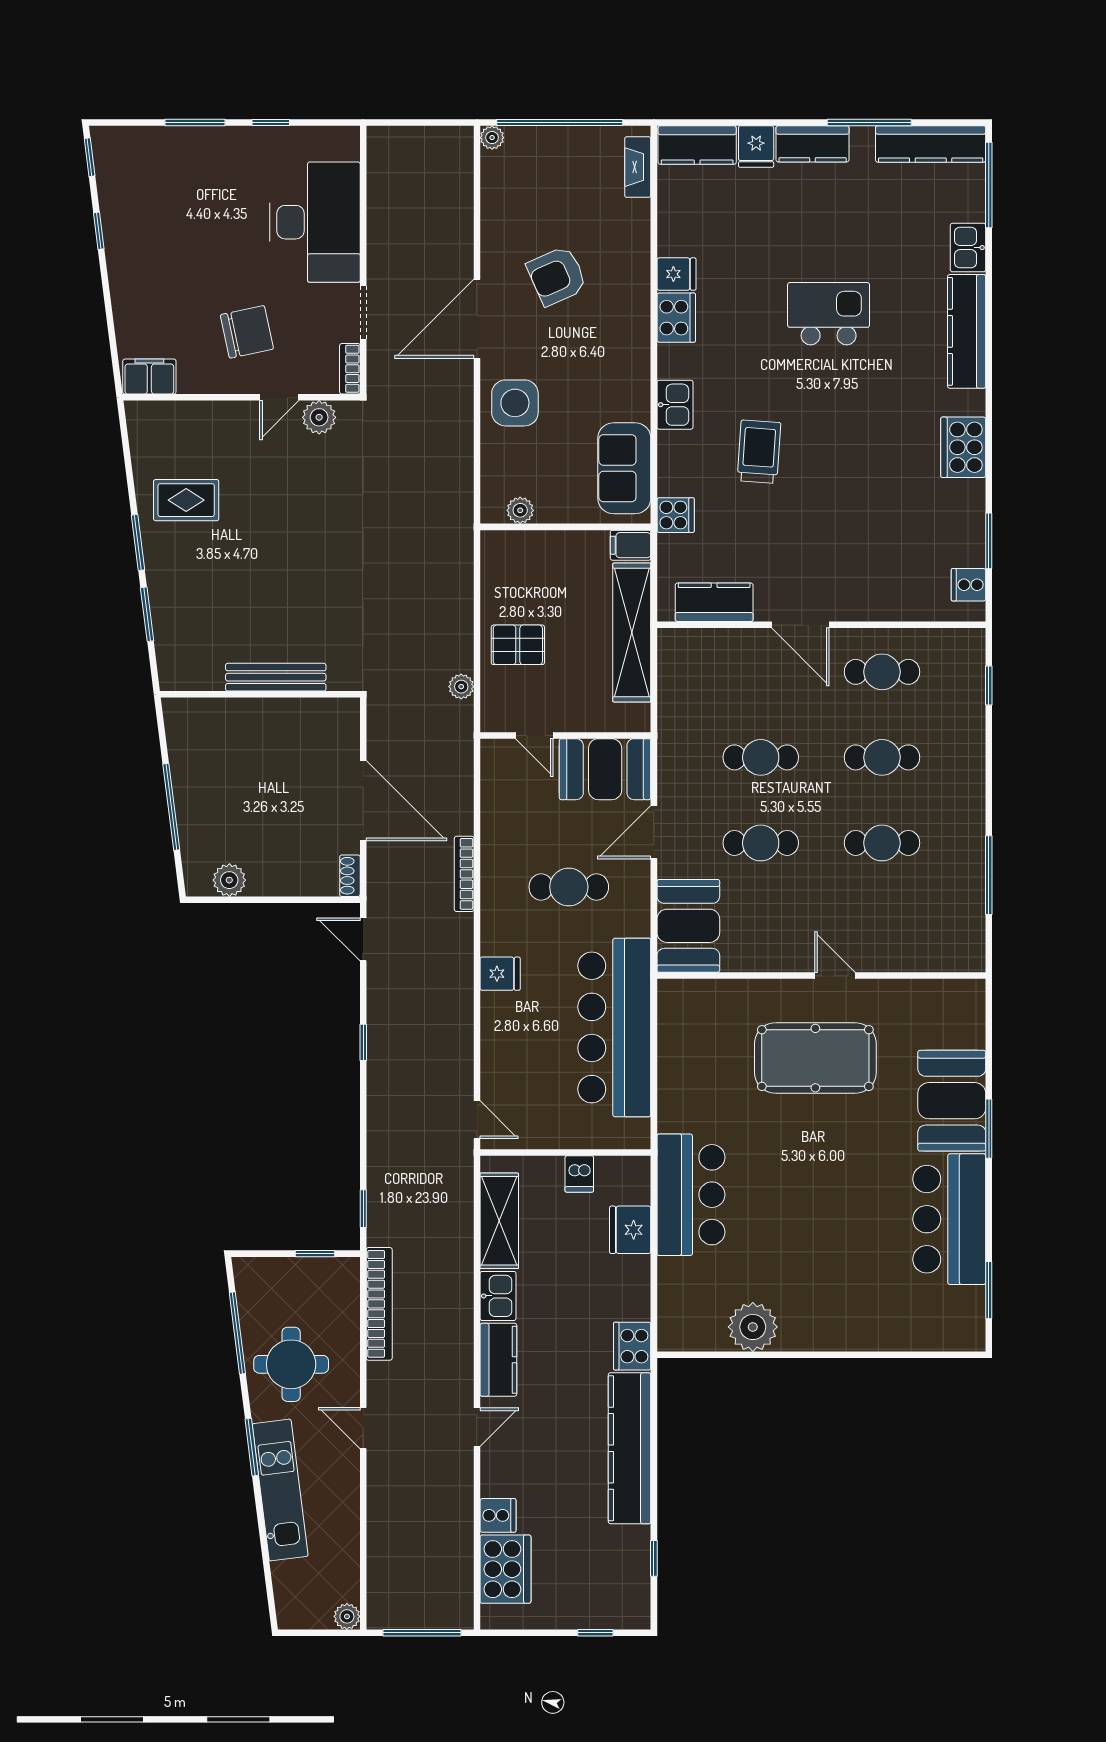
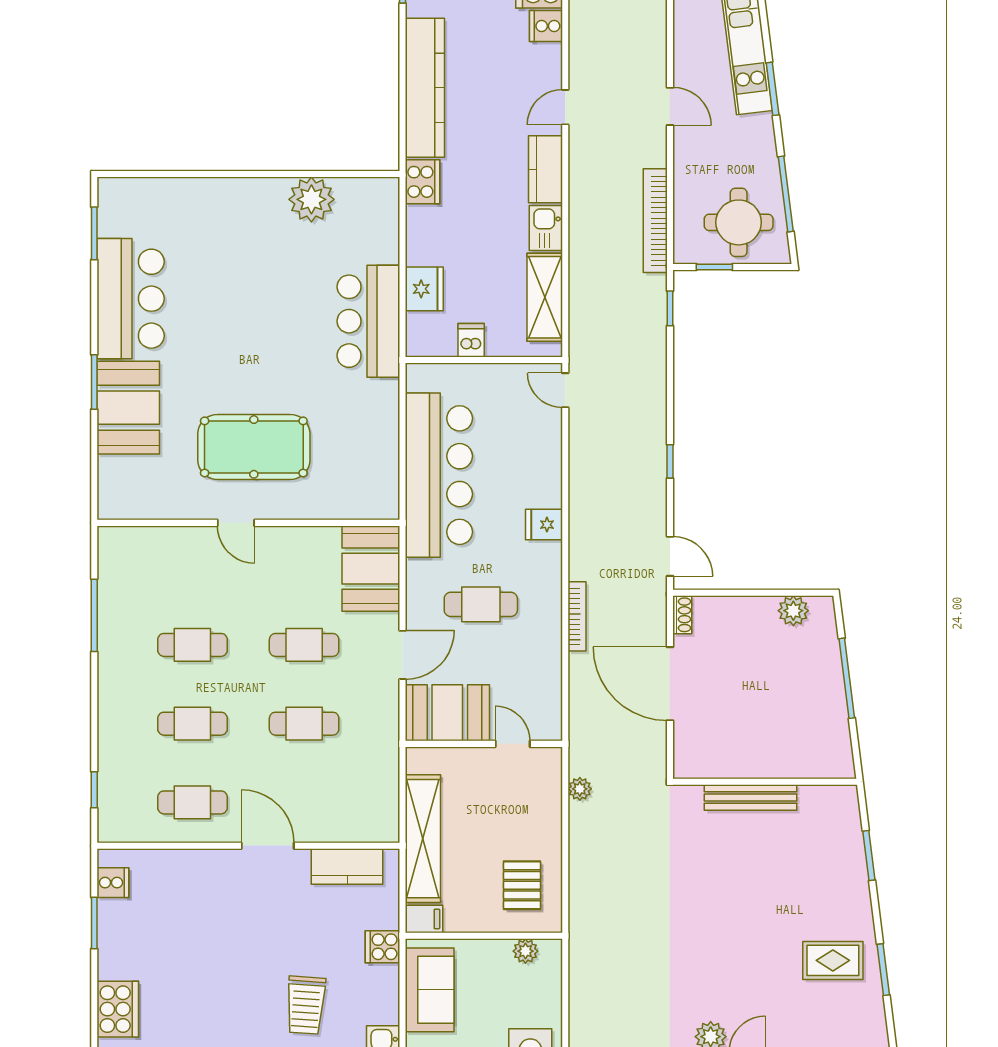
window: (138, 542) -> (883, 970), moved
pallet: (518, 645) -> (522, 885), moved, turned 90
round table: (291, 1364) -> (739, 222), moved

